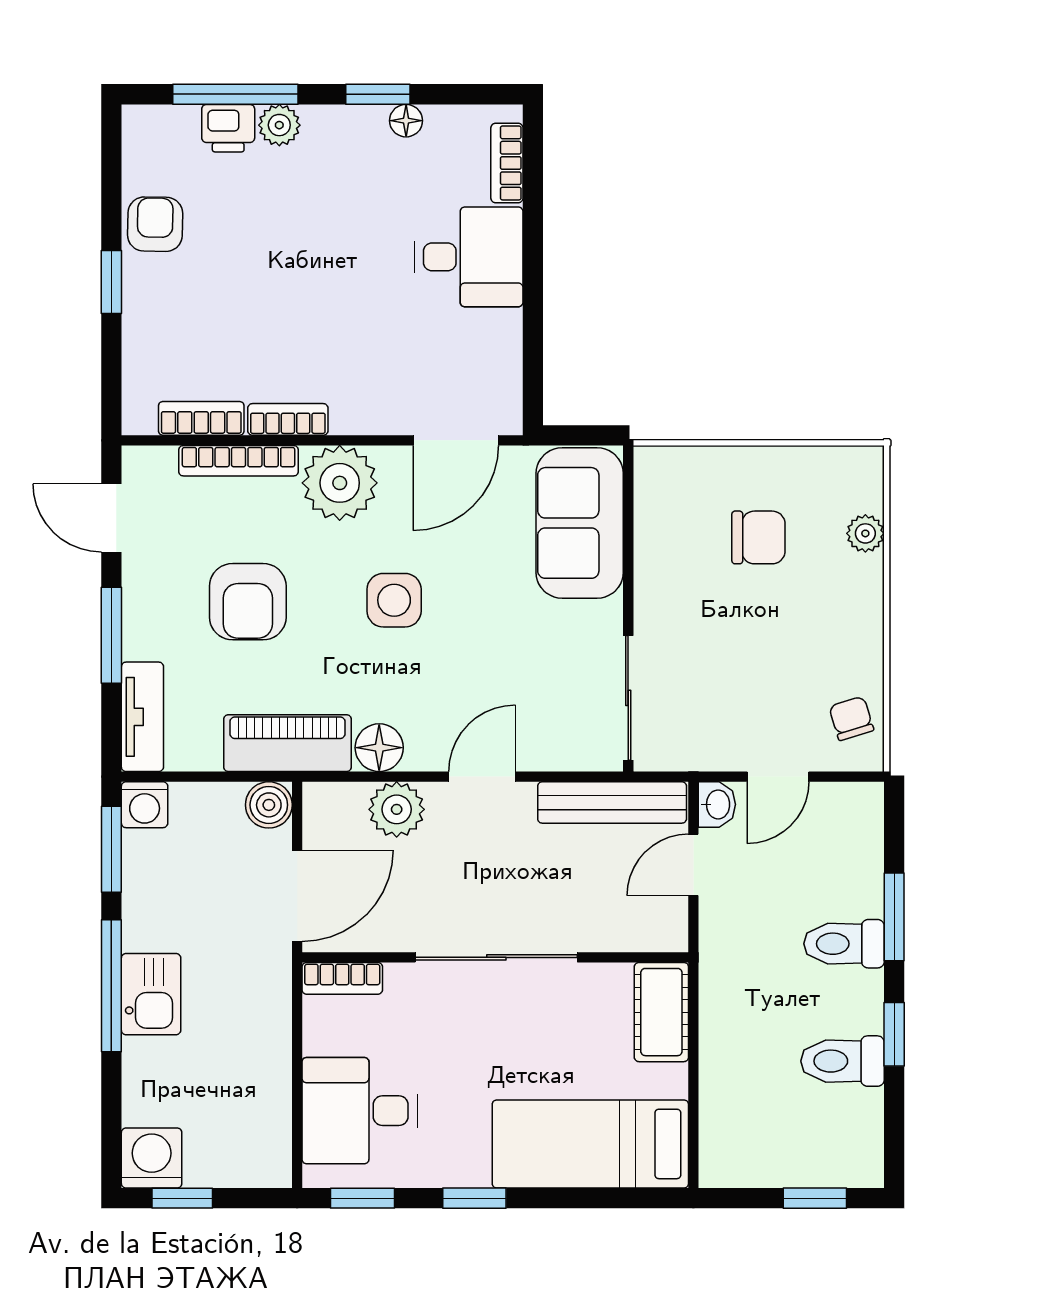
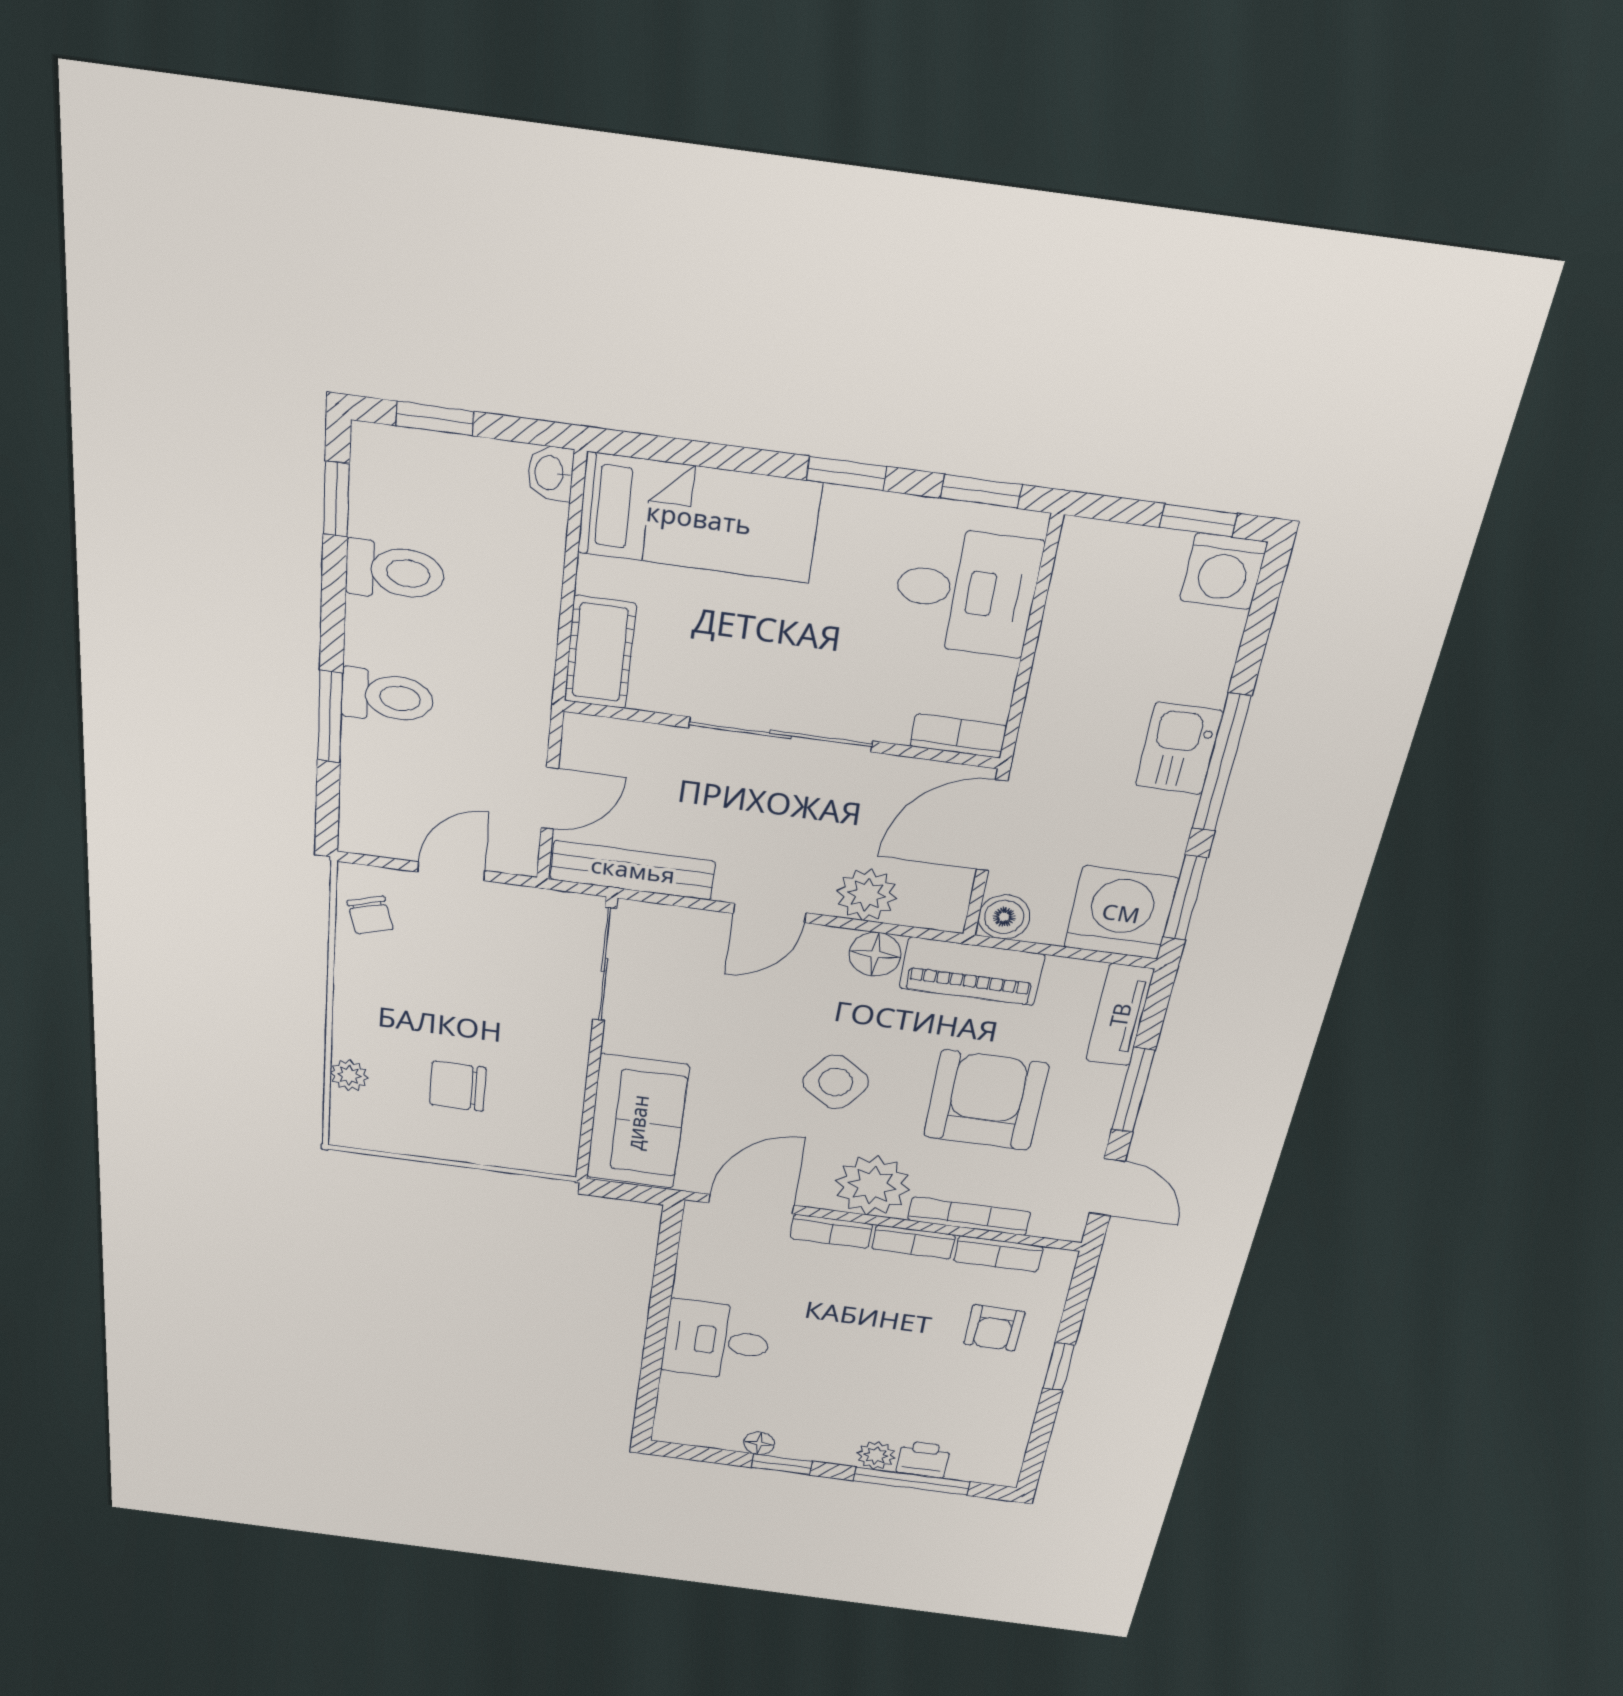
bookcase: (507, 163) -> (831, 1231), moved, turned 90
armchair: (155, 224) -> (994, 1328), moved
side table: (394, 600) -> (836, 1082), turned 35
armchair: (248, 602) -> (986, 1100), width x1.36, depth x1.36
washbasin: (717, 804) -> (550, 473), moved
washing machine: (145, 805) -> (1121, 913), width x1.89, depth x1.89
window: (894, 1034) -> (336, 499), moved

